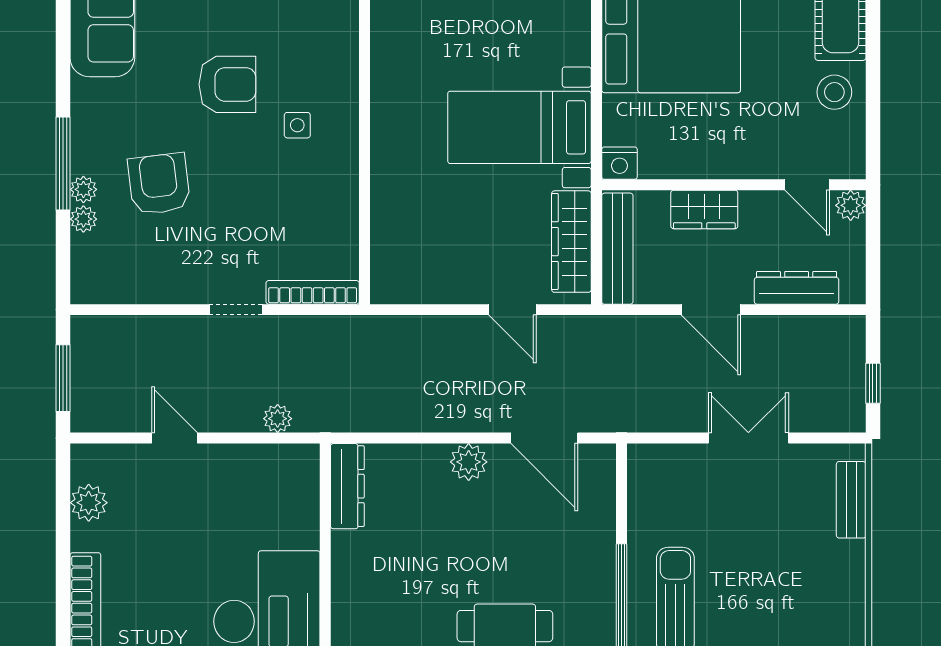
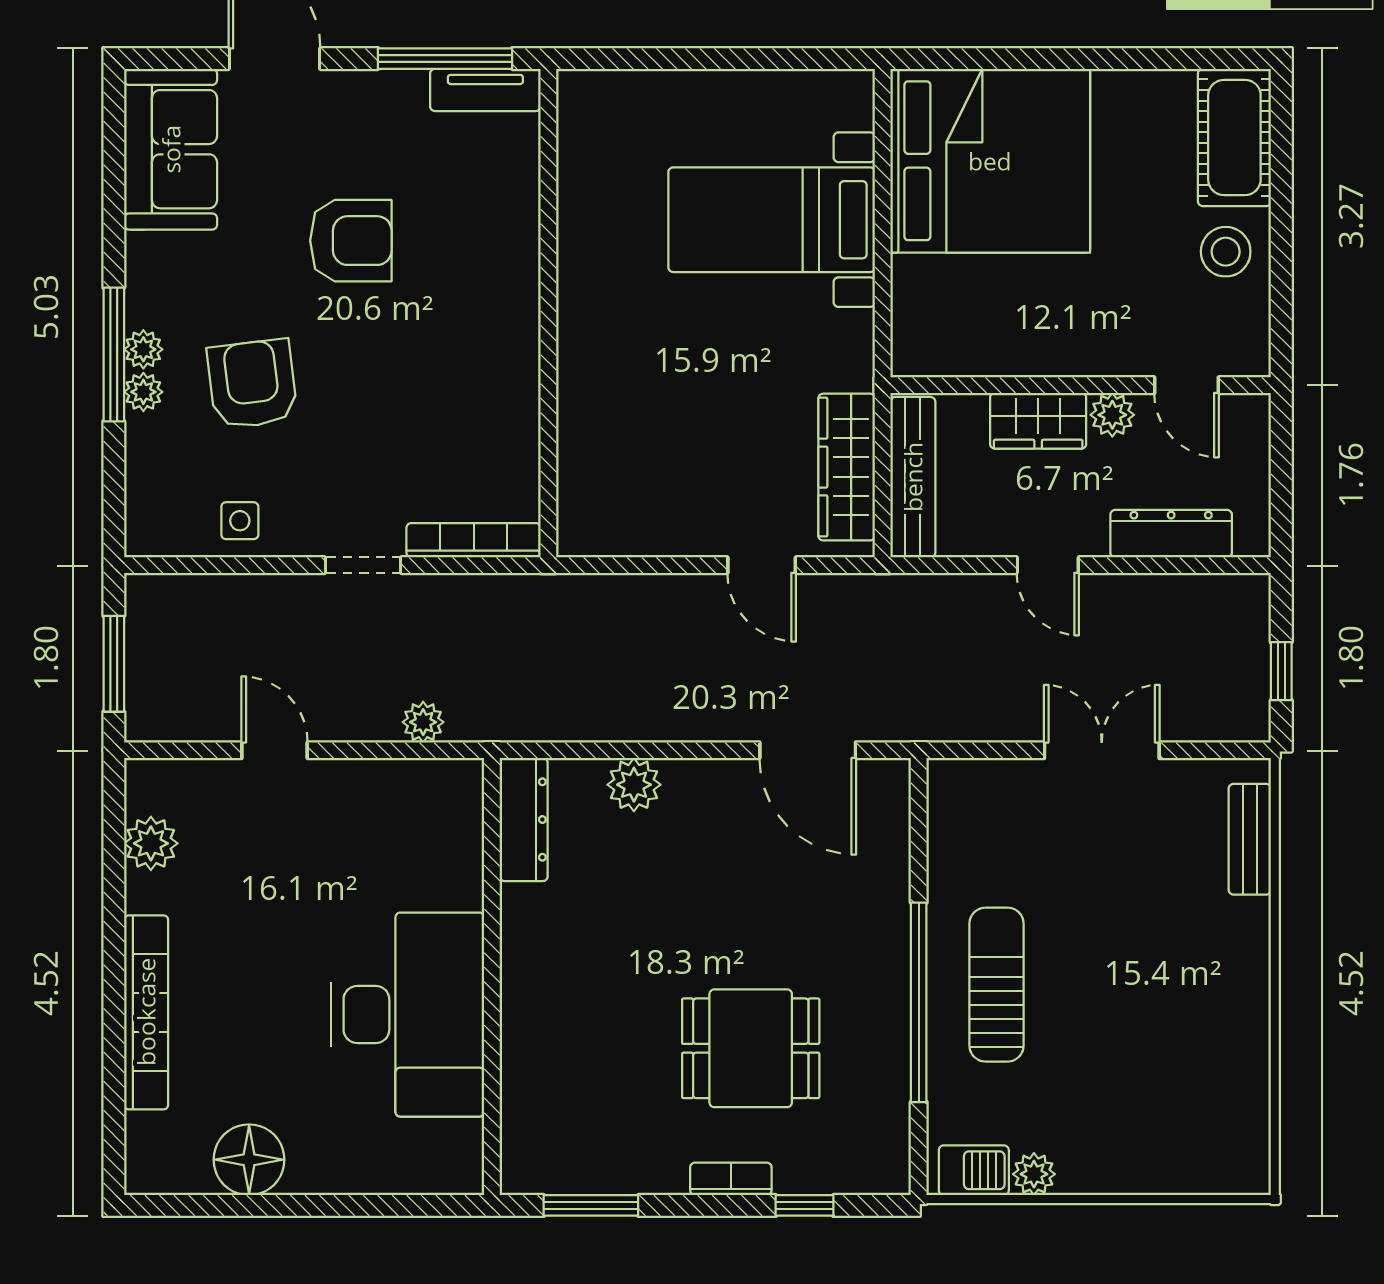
side table: (297, 125) -> (240, 521), moved
bed with nightstands: (519, 127) -> (772, 220), moved
nightstand: (619, 163) -> (916, 354), removed
plant: (851, 205) -> (1112, 415), moved
plant: (83, 219) -> (143, 349), moved
door: (711, 310) -> (1048, 565), width x0.73
plant: (469, 462) -> (634, 785), moved

